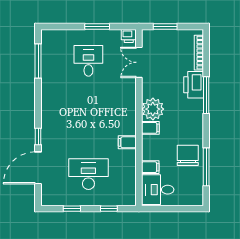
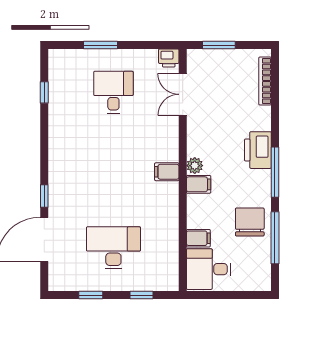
window: (97, 26) -> (100, 45), moved
window: (38, 61) -> (44, 92), width x0.46
printer: (194, 85) -> (258, 150), moved
window: (206, 95) -> (275, 172), moved
plant: (153, 109) -> (195, 166), width x0.53, depth x0.53
filing cabinet: (127, 142) -> (167, 172), moved

